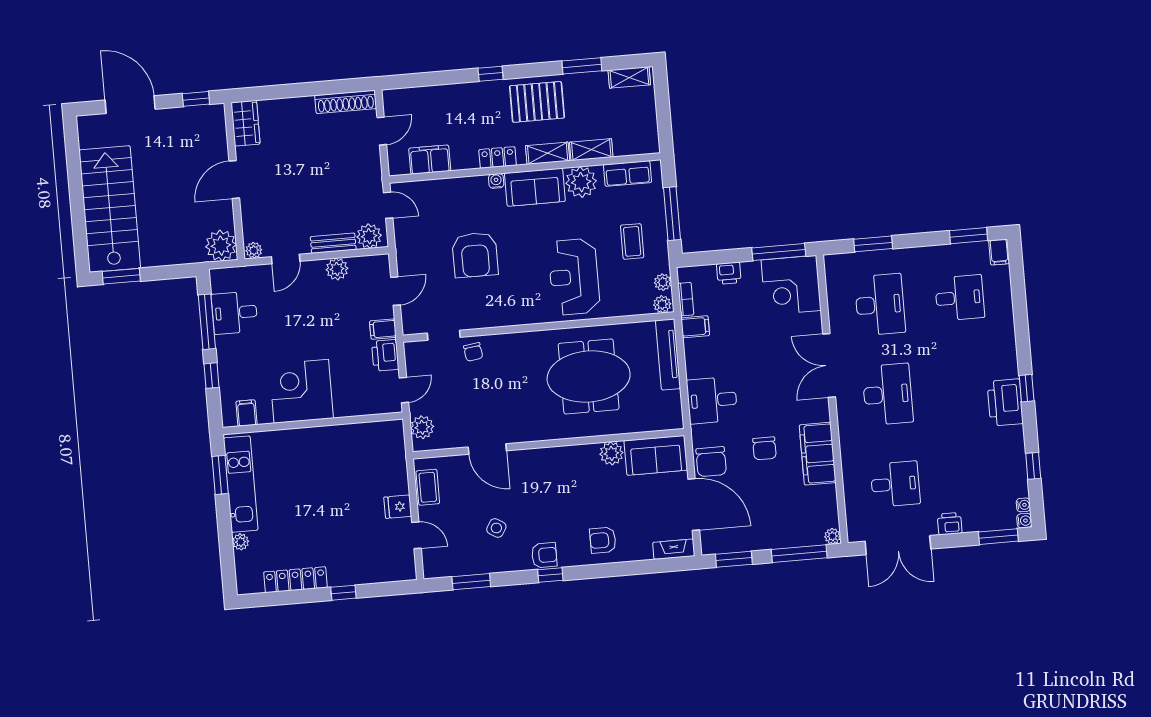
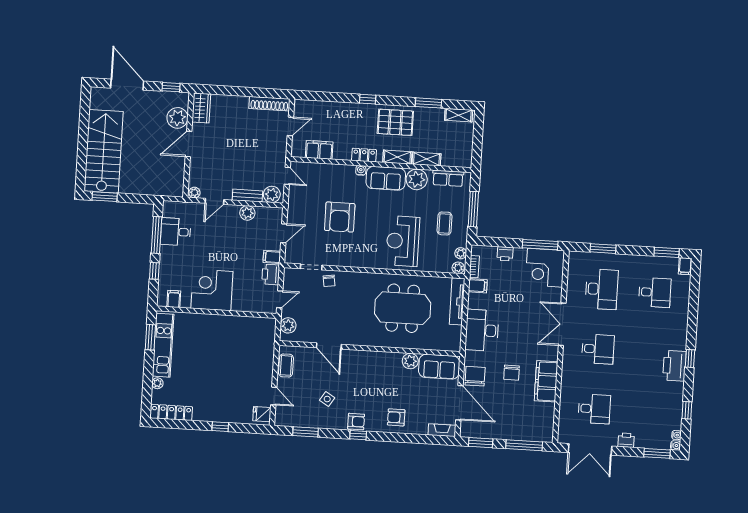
plant: (221, 246) -> (177, 118), moved
desk: (888, 394) -> (598, 349), width x0.73
desk: (712, 400) -> (482, 330), width x1.37
chair: (711, 462) -> (475, 376), turned 180
fridge: (398, 507) -> (262, 414), moved
plant: (833, 536) -> (548, 437), removed
locker: (295, 580) -> (171, 412), moved

